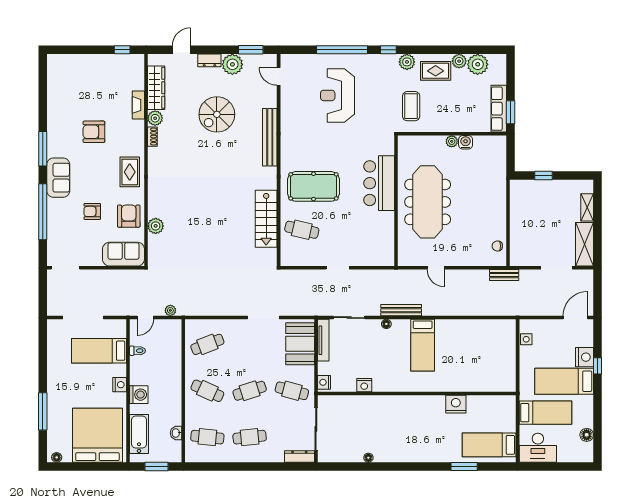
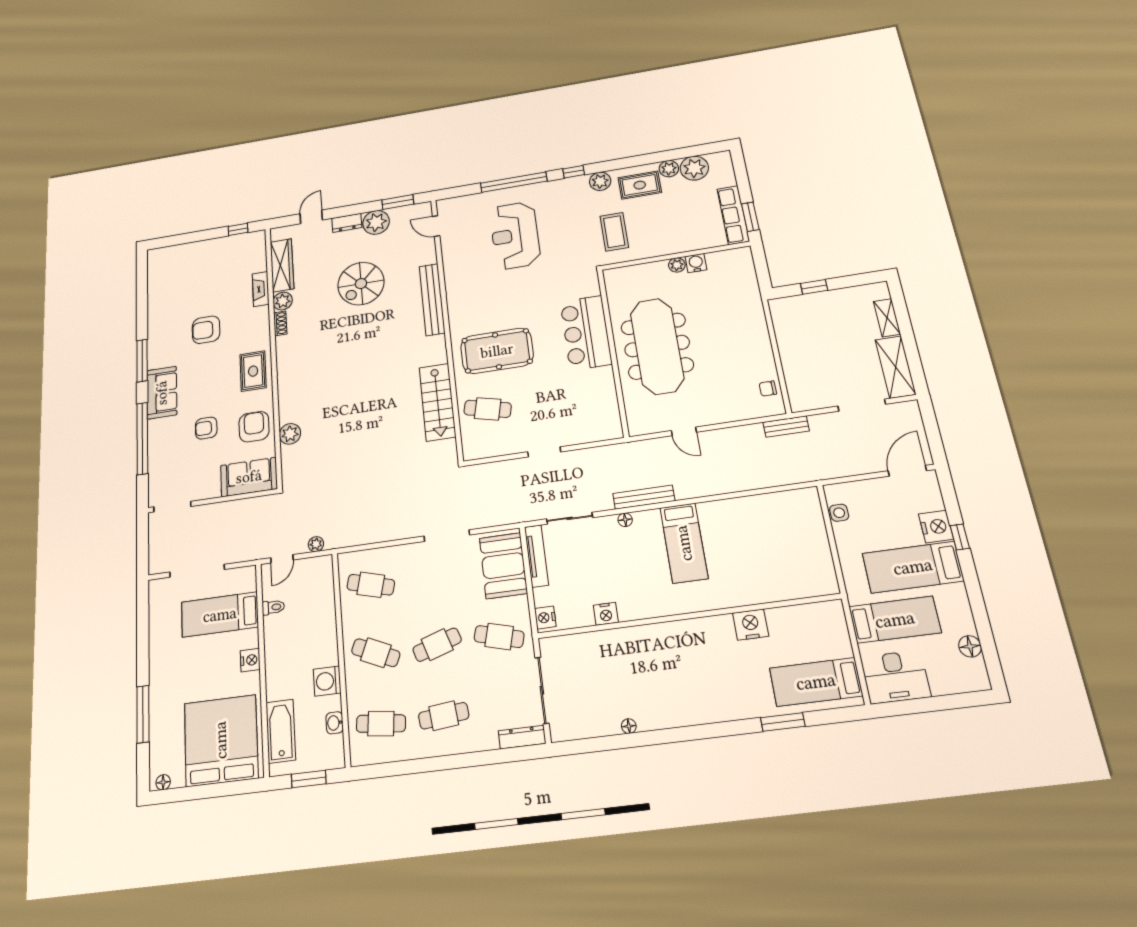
cafe table: (207, 344) -> (371, 585), turned 36
washing machine: (139, 395) -> (327, 681), moved, turned 180

